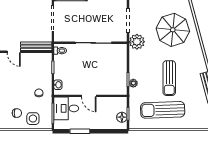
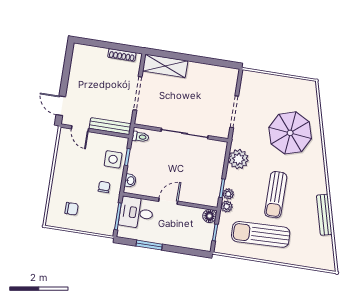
plant: (137, 42) -> (238, 159), moved
plant: (134, 93) -> (227, 206), added
door: (89, 96) -> (168, 201), swing flipped
floor lamp: (122, 117) -> (209, 216), moved
side table: (33, 119) -> (113, 159), moved

